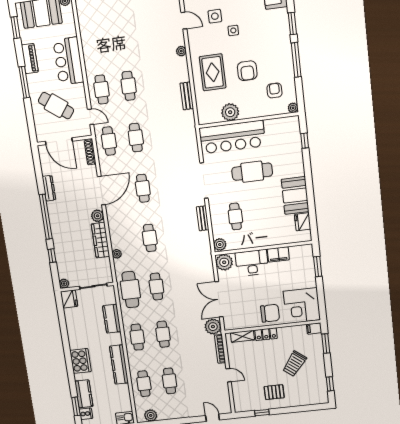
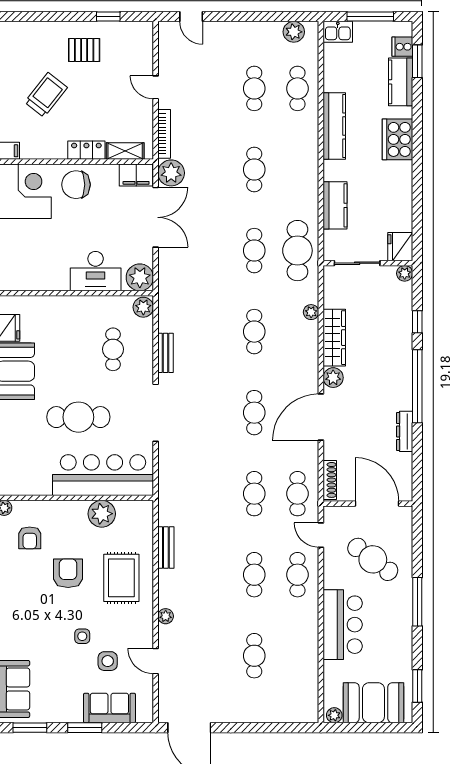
piano: (30, 59) -> (403, 637), removed
filing cabinet: (278, 254) -> (136, 175), moved, turned 180
cafe table: (137, 337) -> (254, 656), moved

